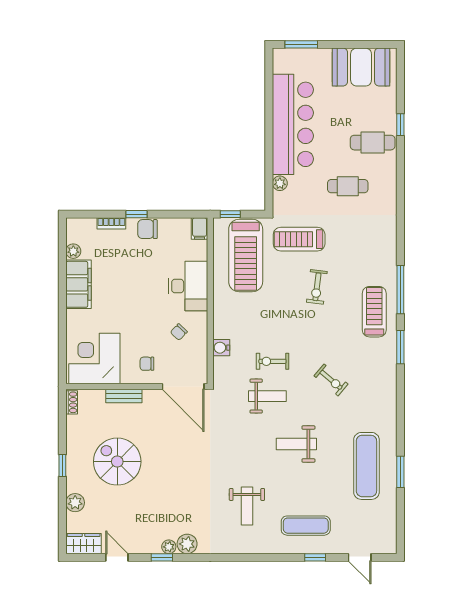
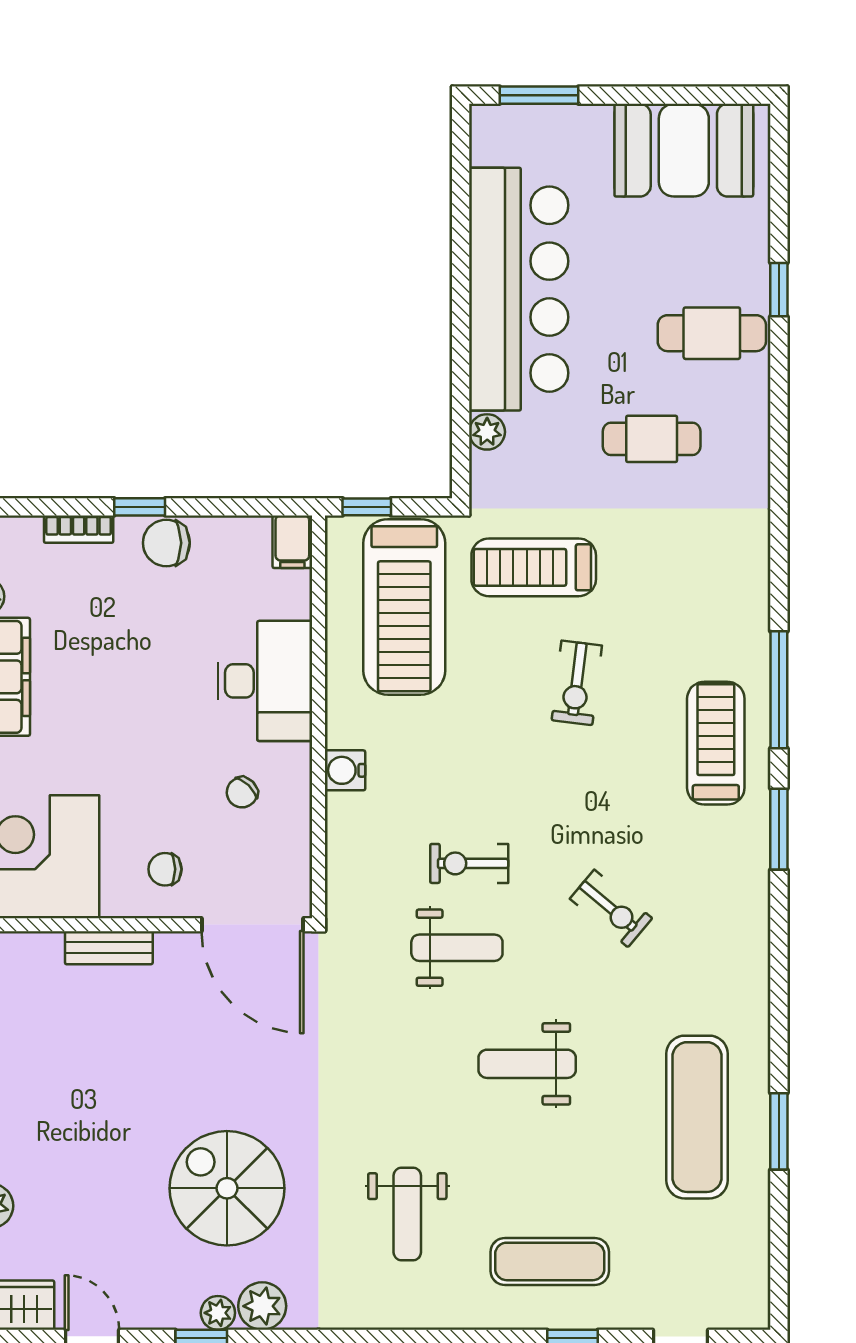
water cooler: (221, 348) -> (345, 770), moved
spiral stairs: (117, 462) -> (227, 1188), moved

